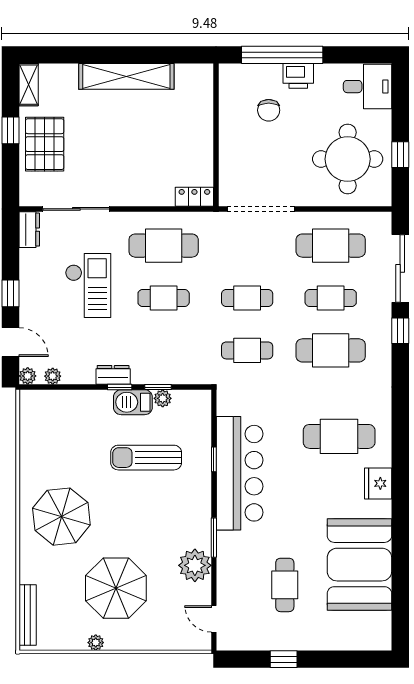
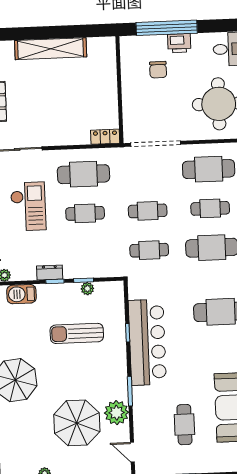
barbecue: (133, 402) -> (21, 294), moved
parasol: (116, 588) -> (77, 423), moved

